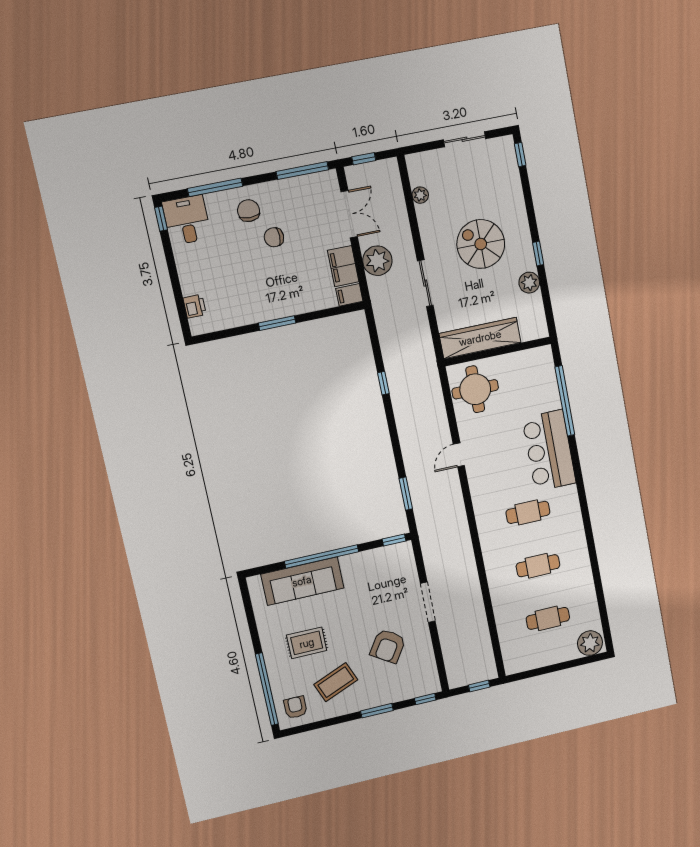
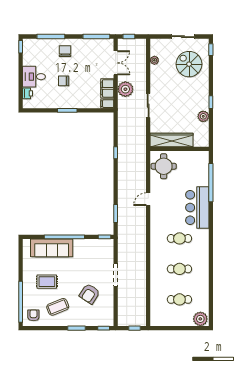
desk: (187, 220) -> (34, 77), moved, turned -90
chair: (274, 237) -> (64, 81), moved
spiral stairs: (481, 244) -> (189, 64), moved

